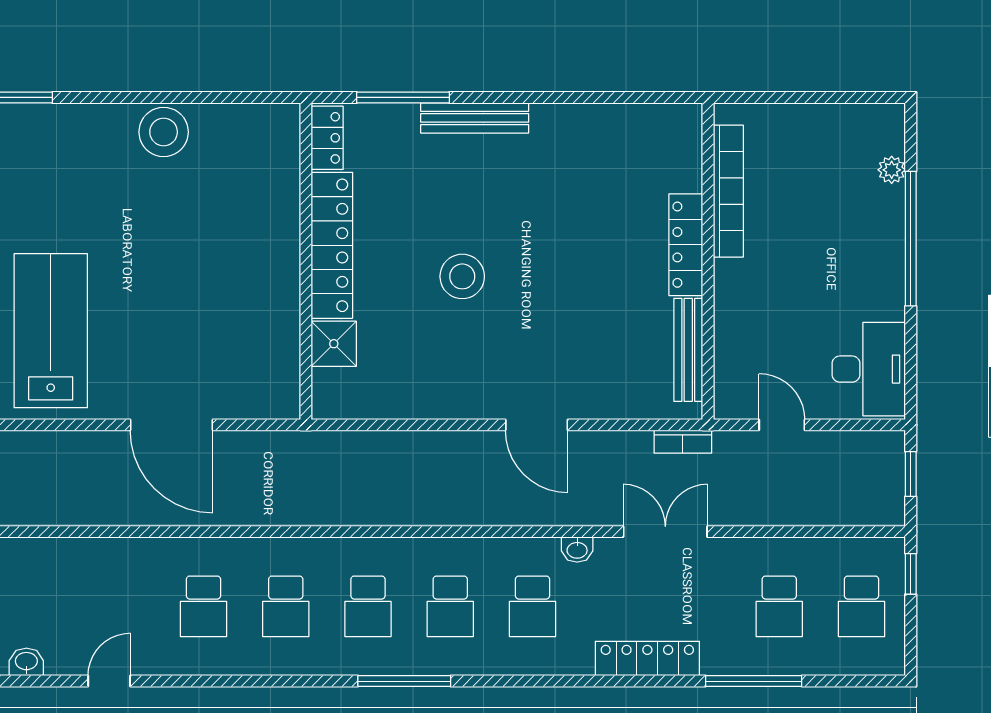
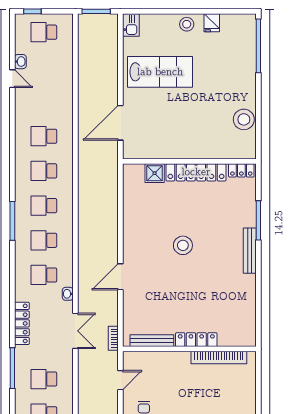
locker: (327, 138) -> (241, 170), moved
locker: (332, 245) -> (196, 172), moved
wall: (306, 261) -> (189, 161), moved
shower: (334, 344) -> (155, 173), moved
door: (109, 681) -> (12, 79), moved

